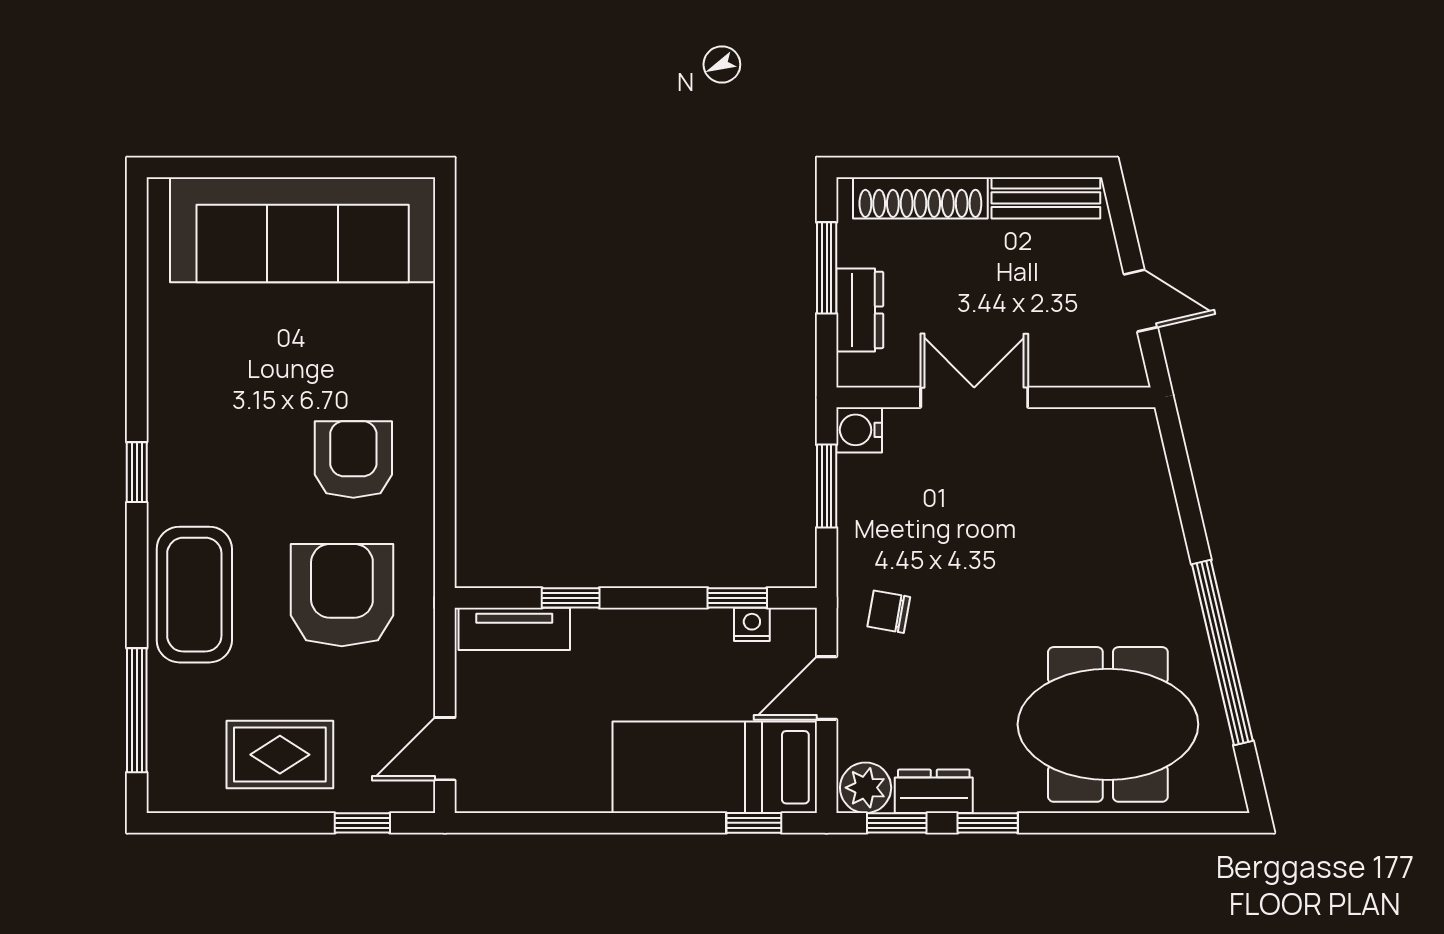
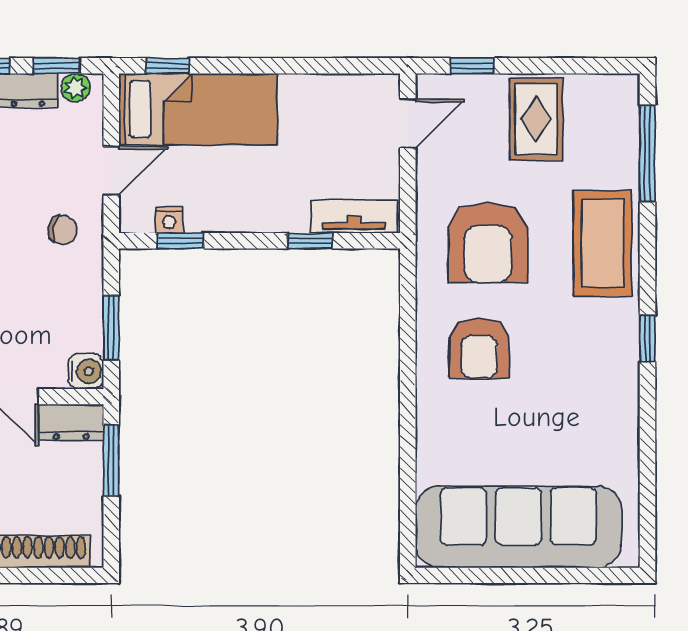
window: (827, 268) -> (111, 460), moved
dresser: (860, 310) -> (71, 422), moved, turned -90
rug: (280, 755) -> (536, 119), turned 90
plant: (866, 788) -> (75, 88), width x0.73, depth x0.73

